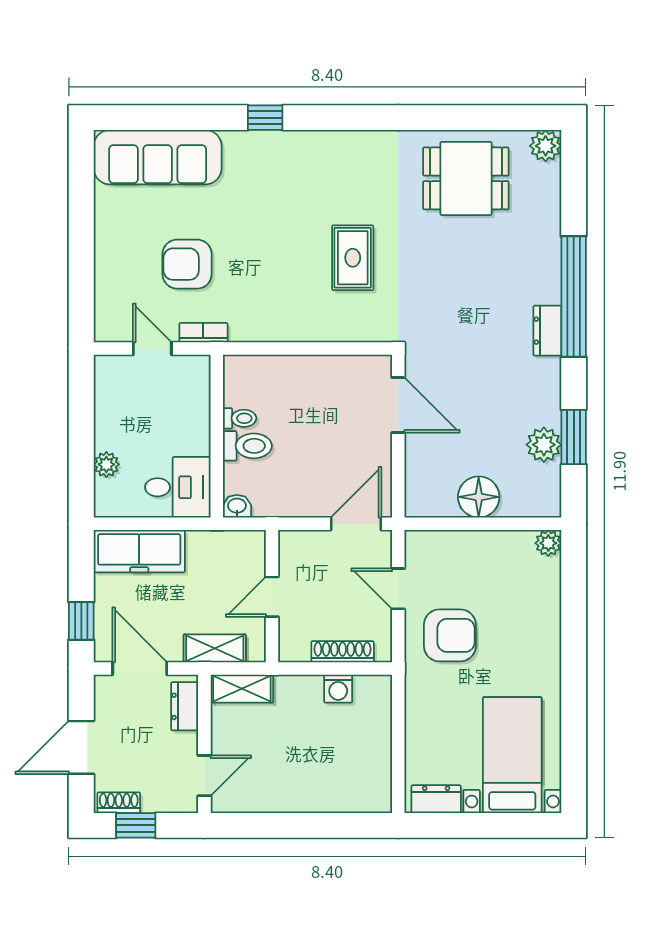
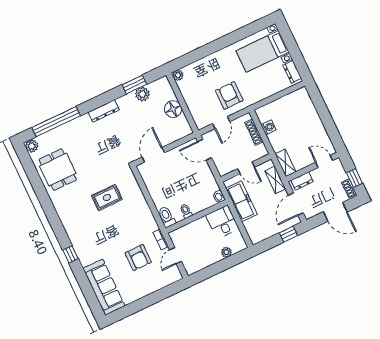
window: (574, 296) -> (56, 122), moved
dresser: (547, 331) -> (104, 111), width x1.44
toilet: (247, 446) -> (167, 217), moved
freezer: (139, 551) -> (241, 201), moved

